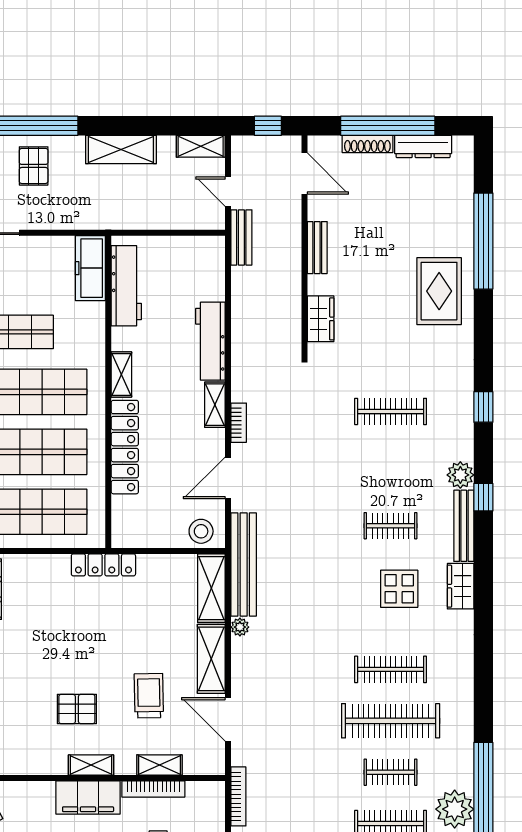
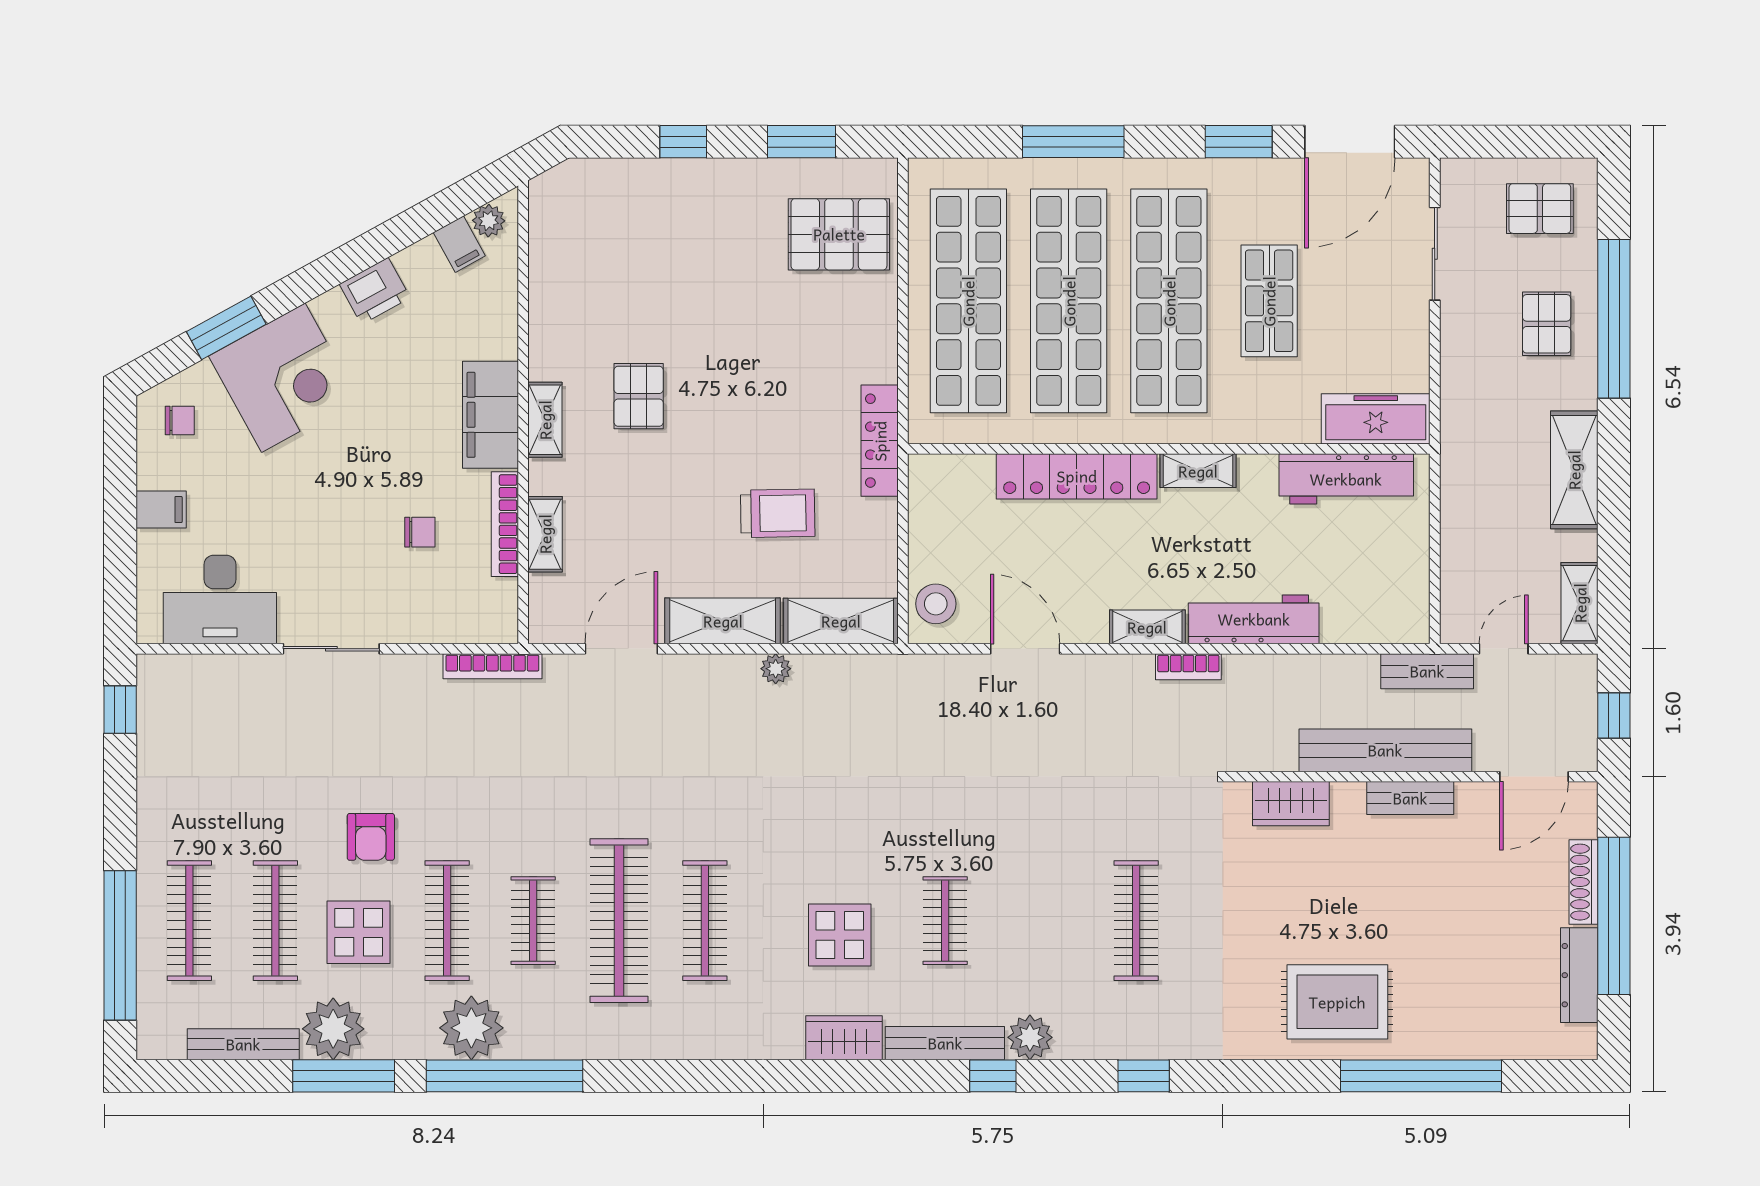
pallet: (34, 166) -> (1547, 324), turned 90
bookcase: (239, 423) -> (1188, 667), moved
bench: (244, 564) -> (1385, 750), moved
trolley: (149, 696) -> (778, 513), moved

